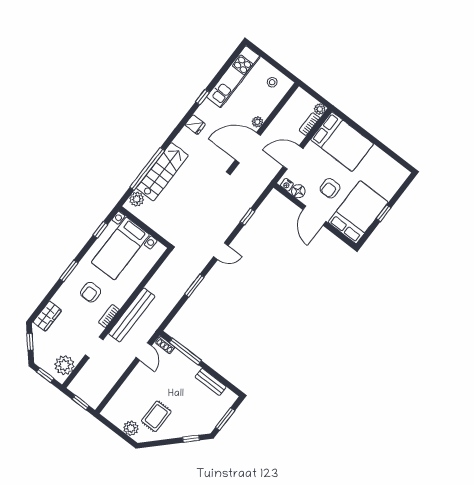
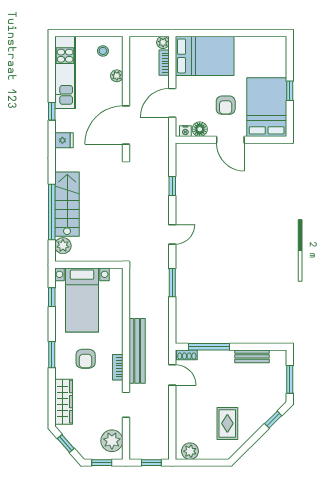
plant: (257, 122) -> (117, 76), moved
wardrobe: (47, 316) -> (64, 402), width x1.50
plant: (131, 428) -> (190, 451), moved

